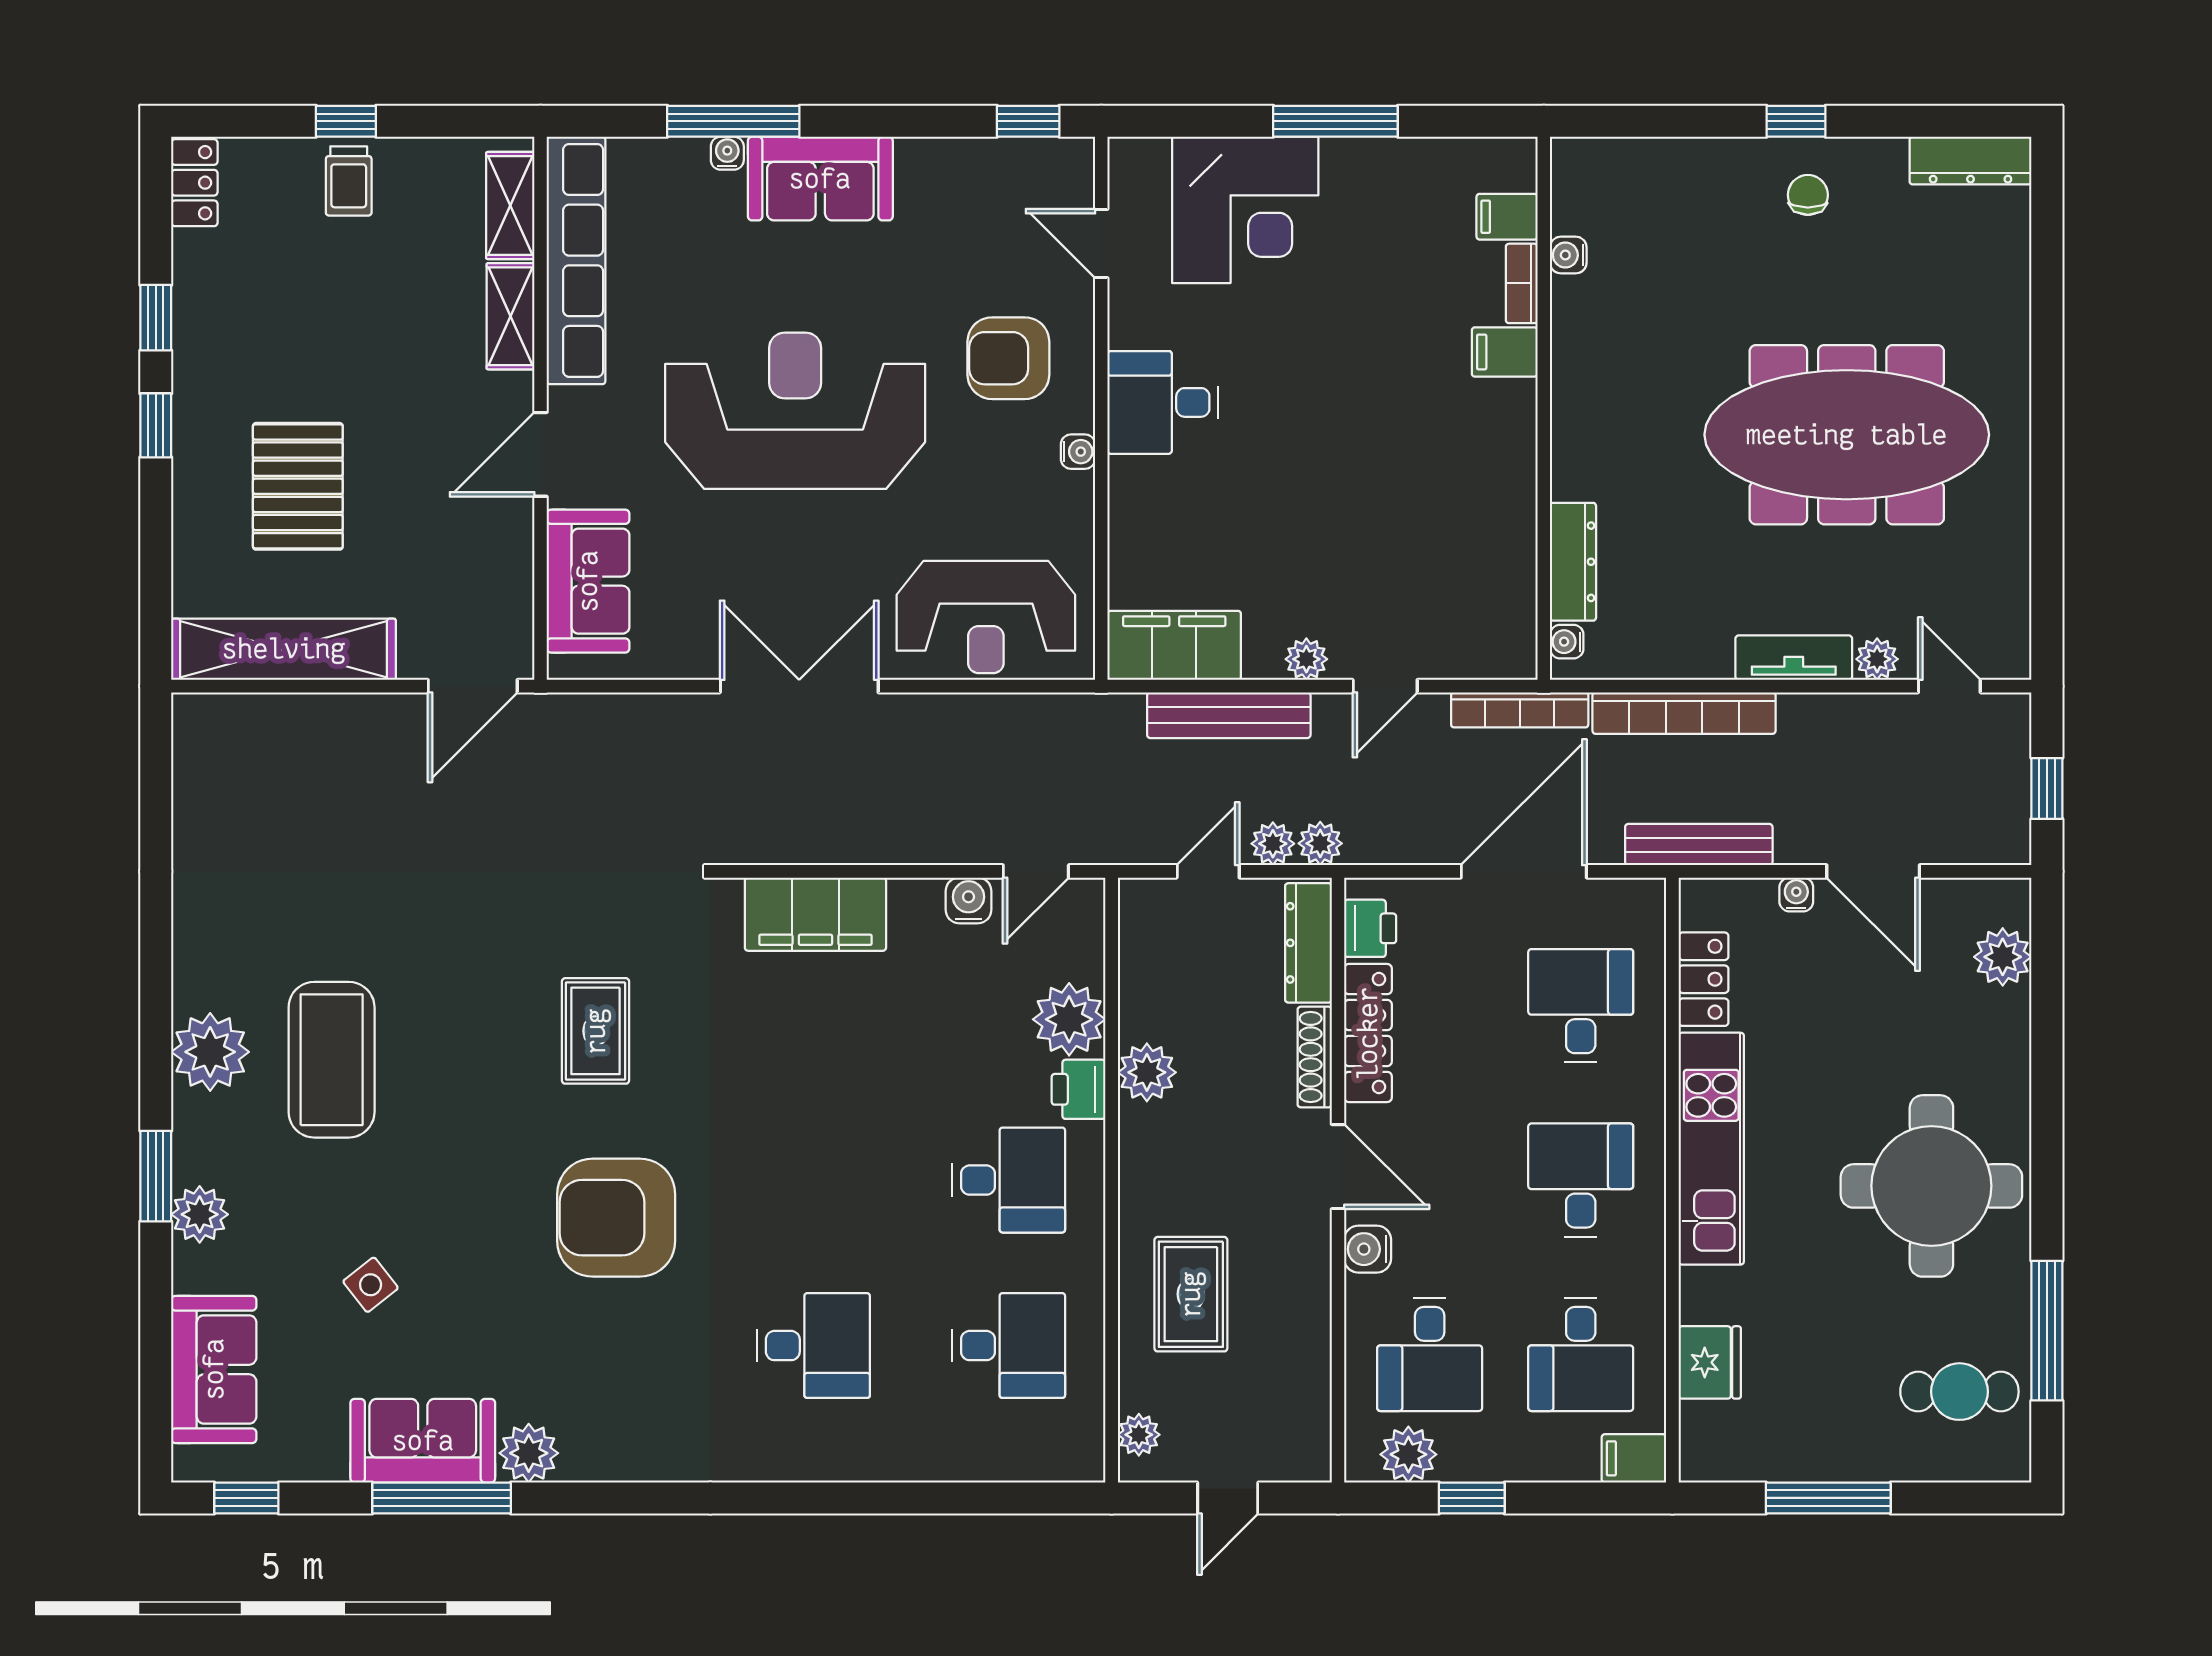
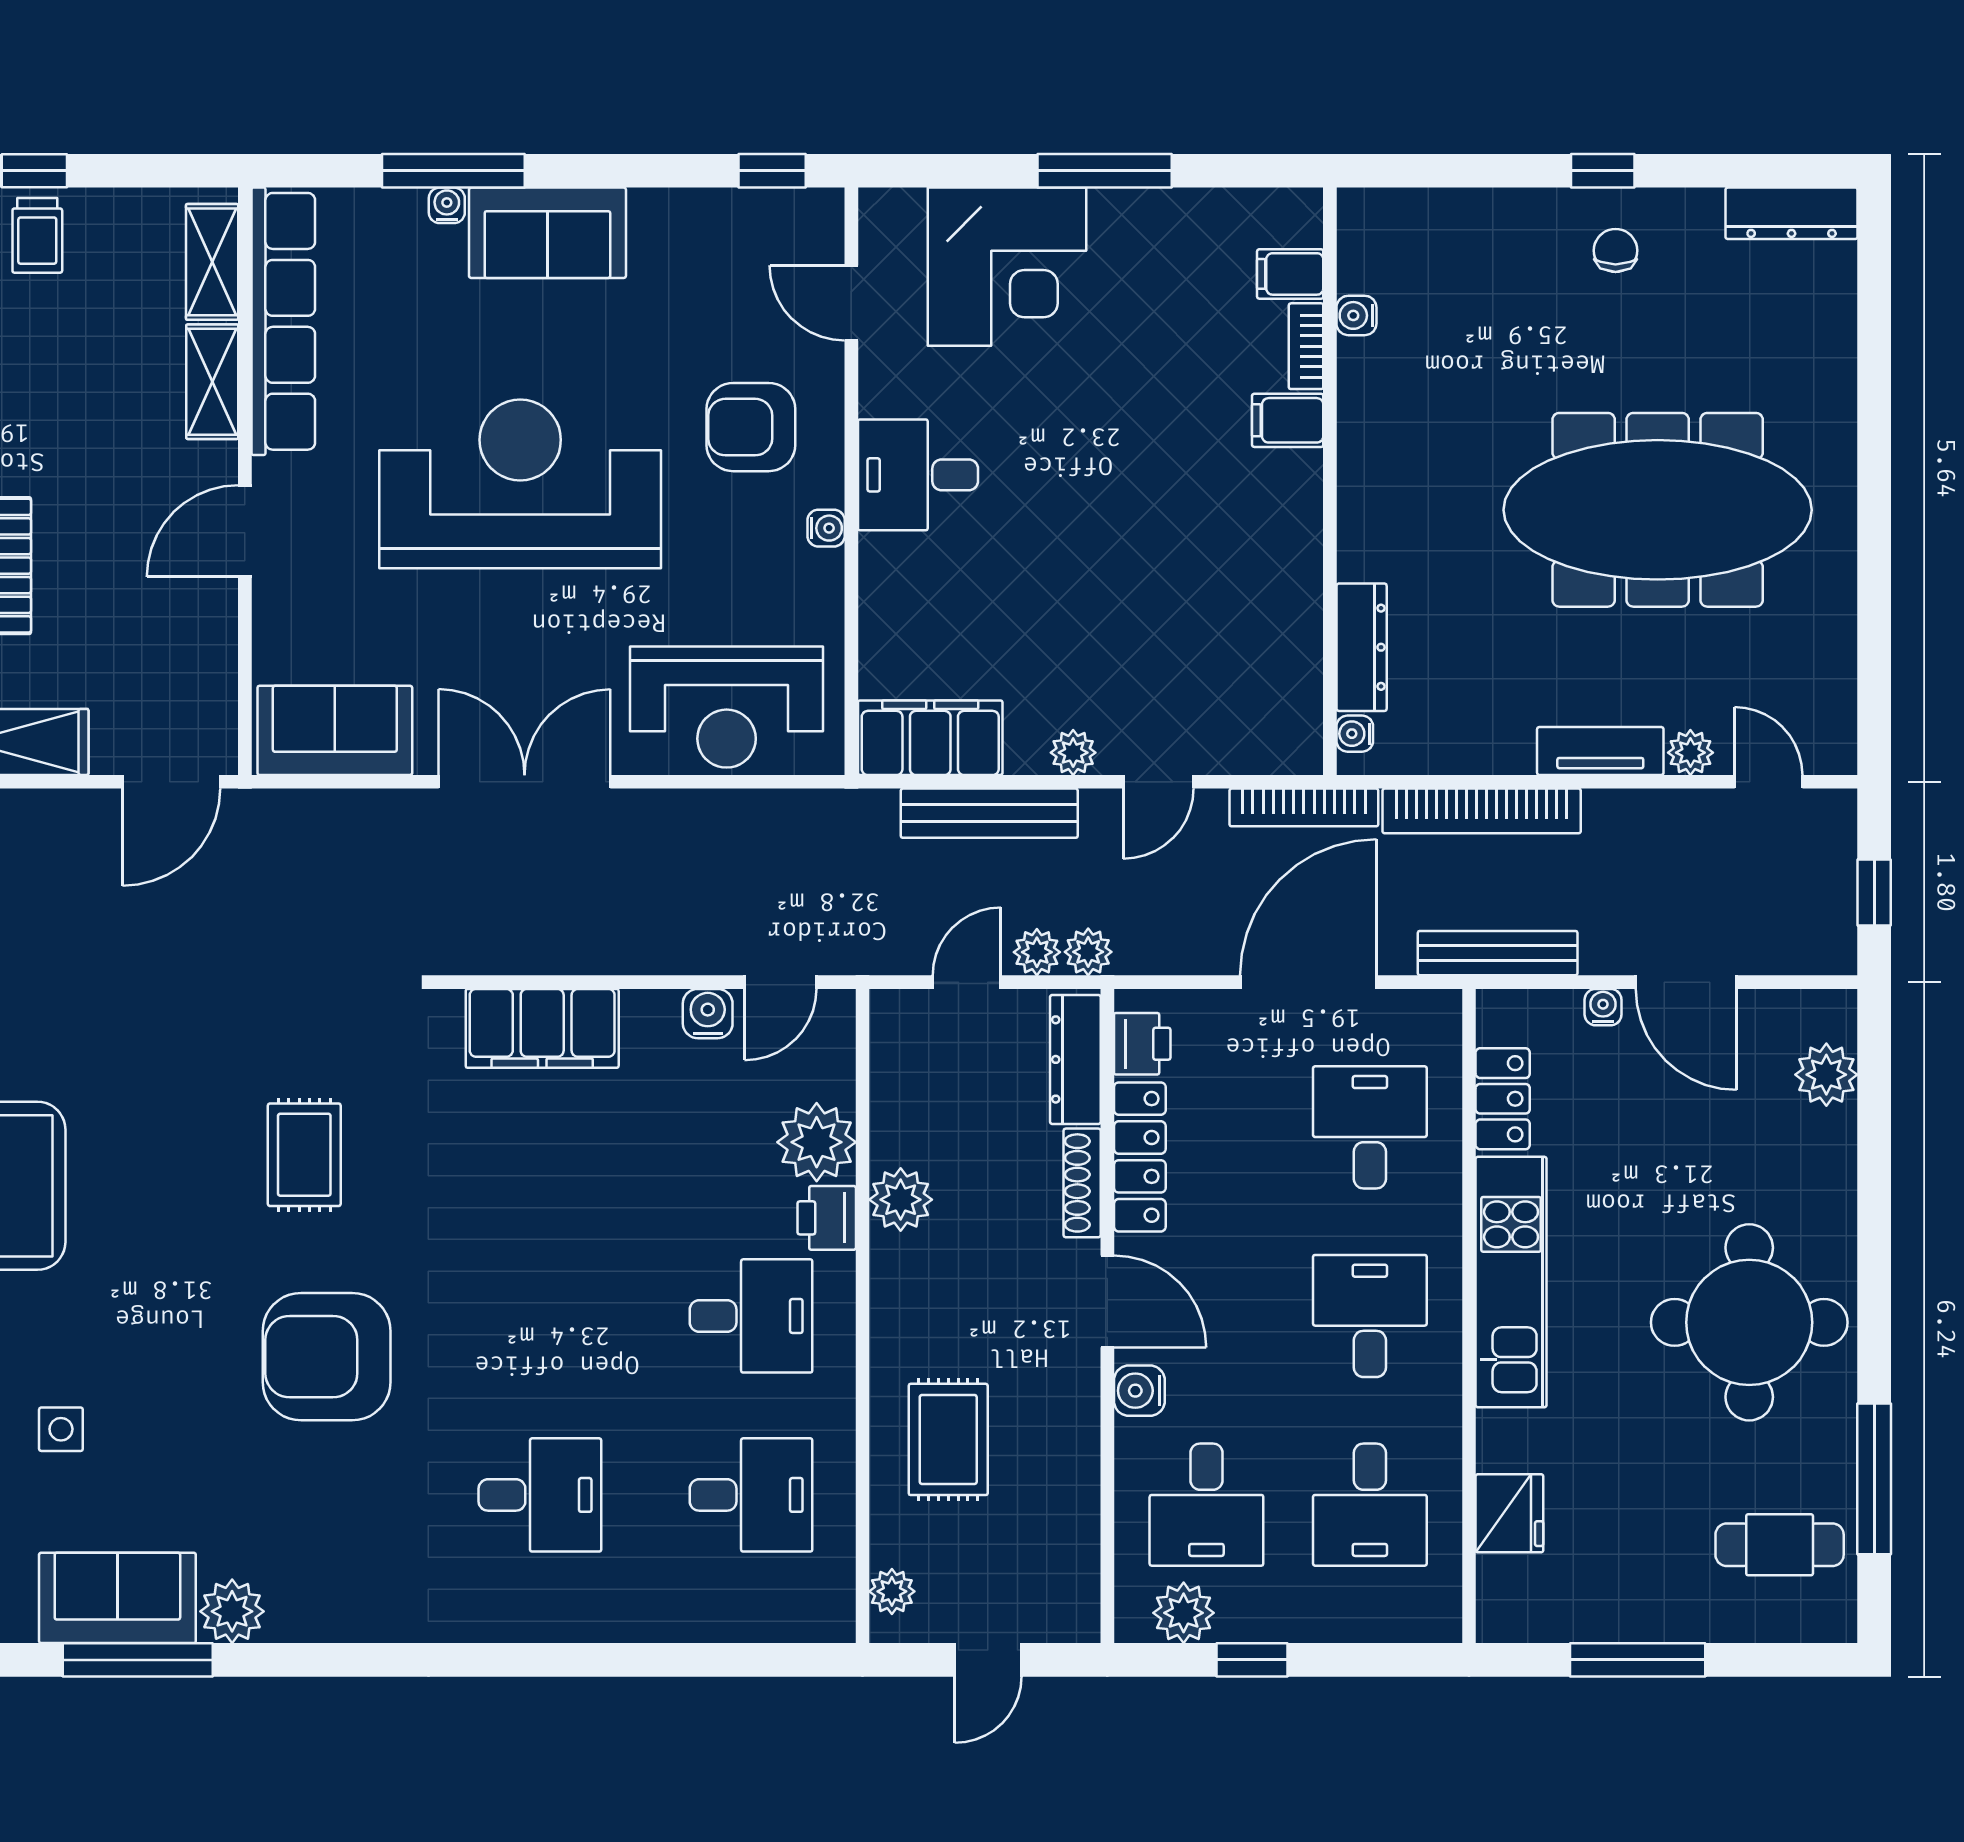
sofa: (588, 581) -> (335, 730), moved, turned -90
side table: (371, 1285) -> (61, 1429), turned 38
filing cabinet: (1634, 1458) -> (1427, 1617), removed

